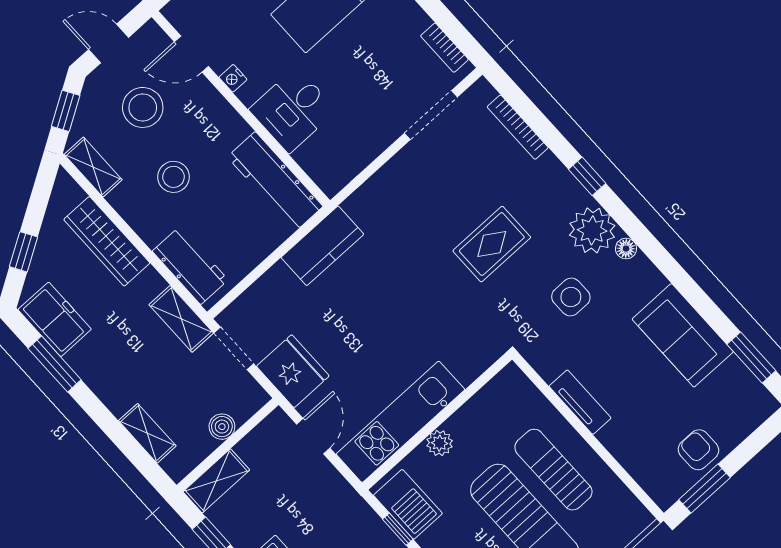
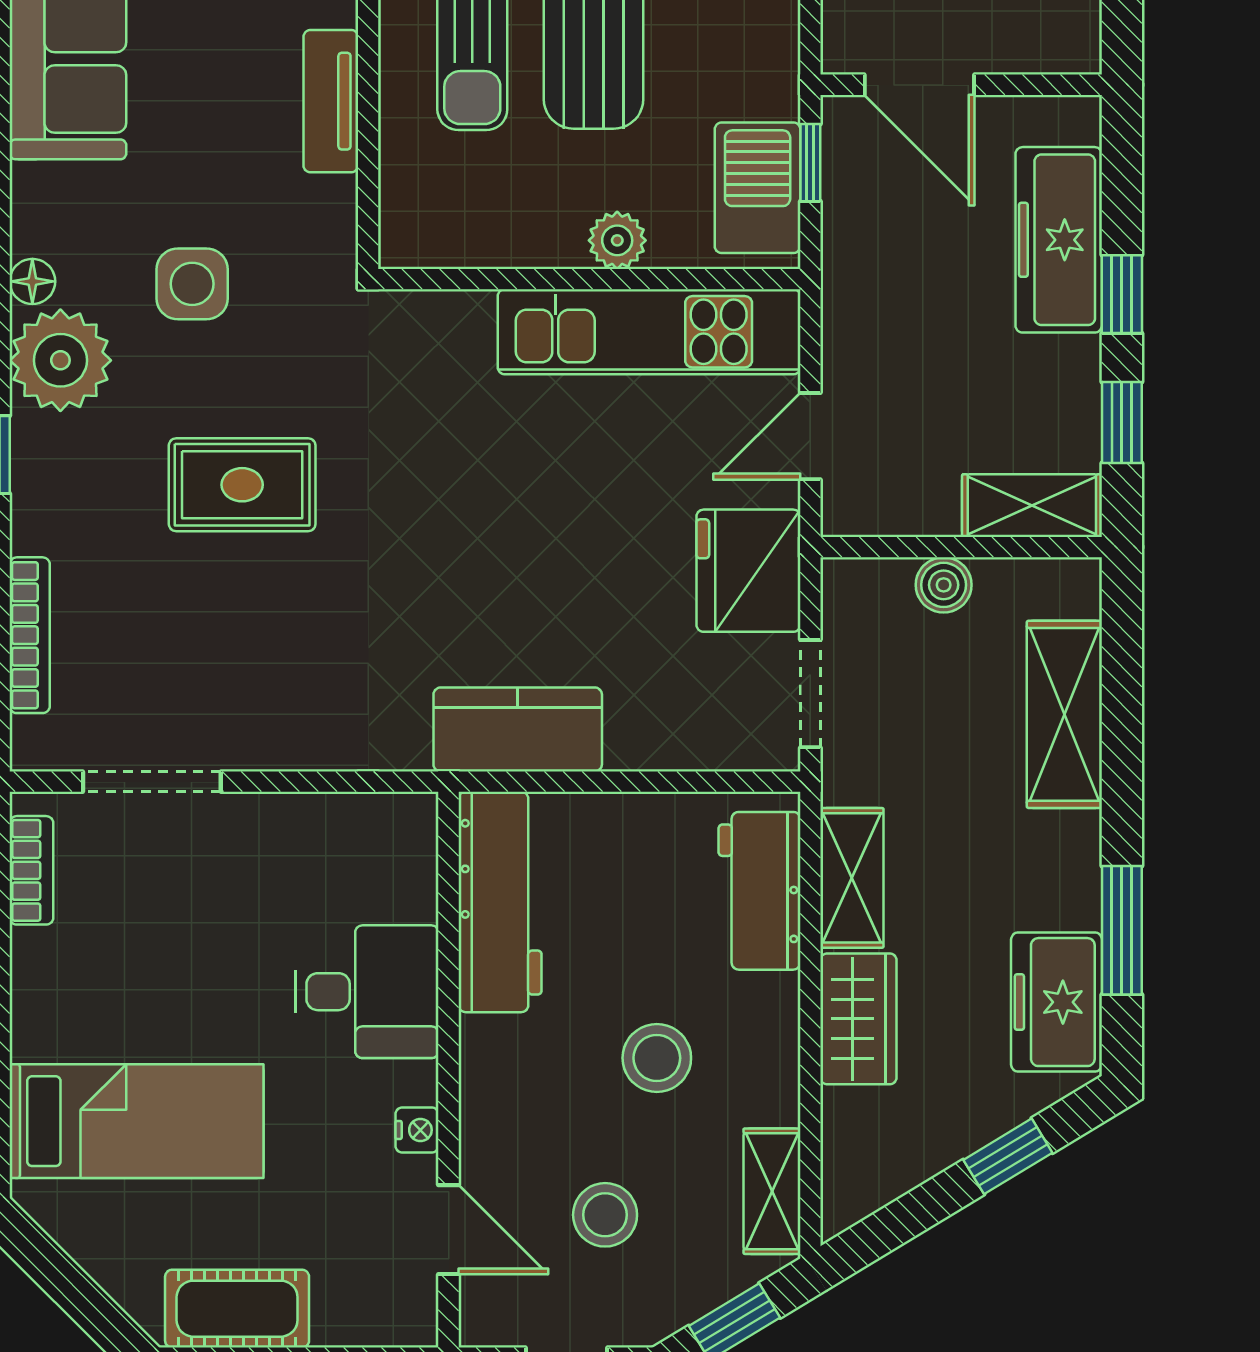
stool: (143, 107) -> (605, 1215), width x0.73, depth x0.73
wardrobe: (107, 241) -> (858, 1019), width x0.67
shelving: (181, 319) -> (852, 878), moved
shelving: (147, 433) -> (1064, 714), width x1.50, depth x1.33

